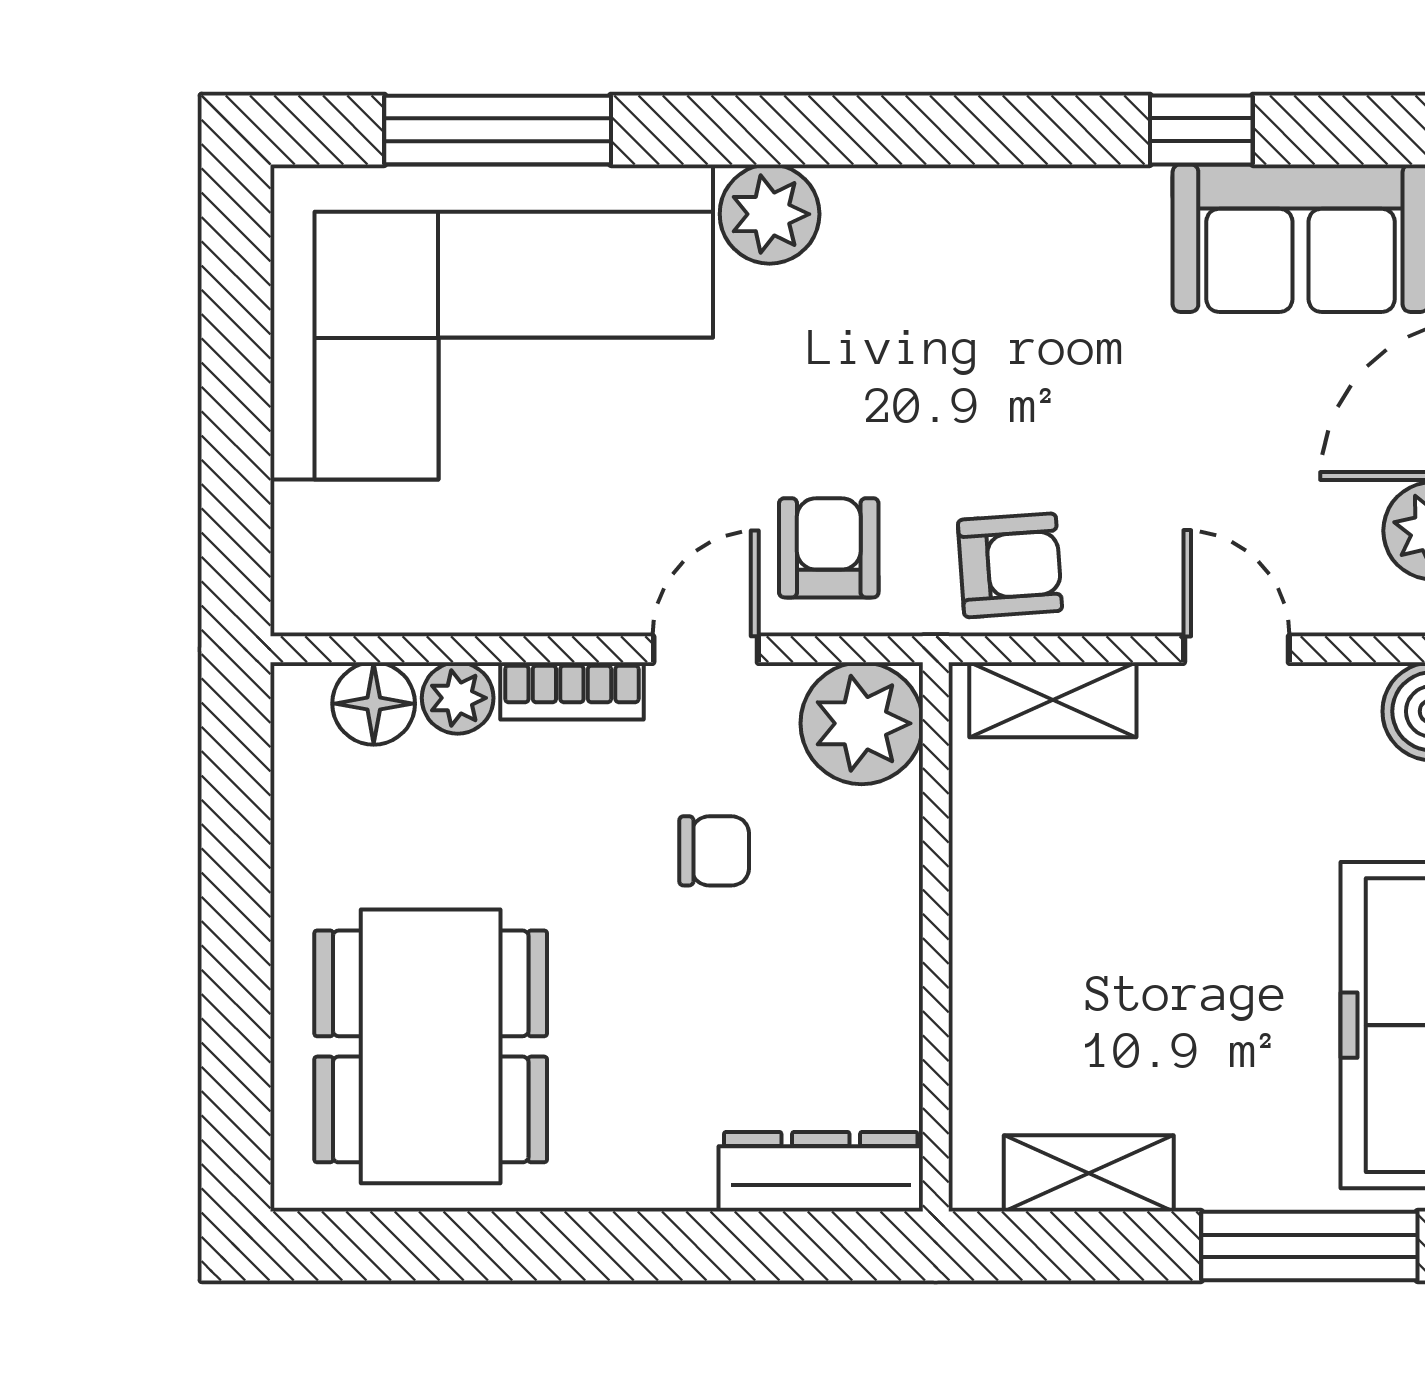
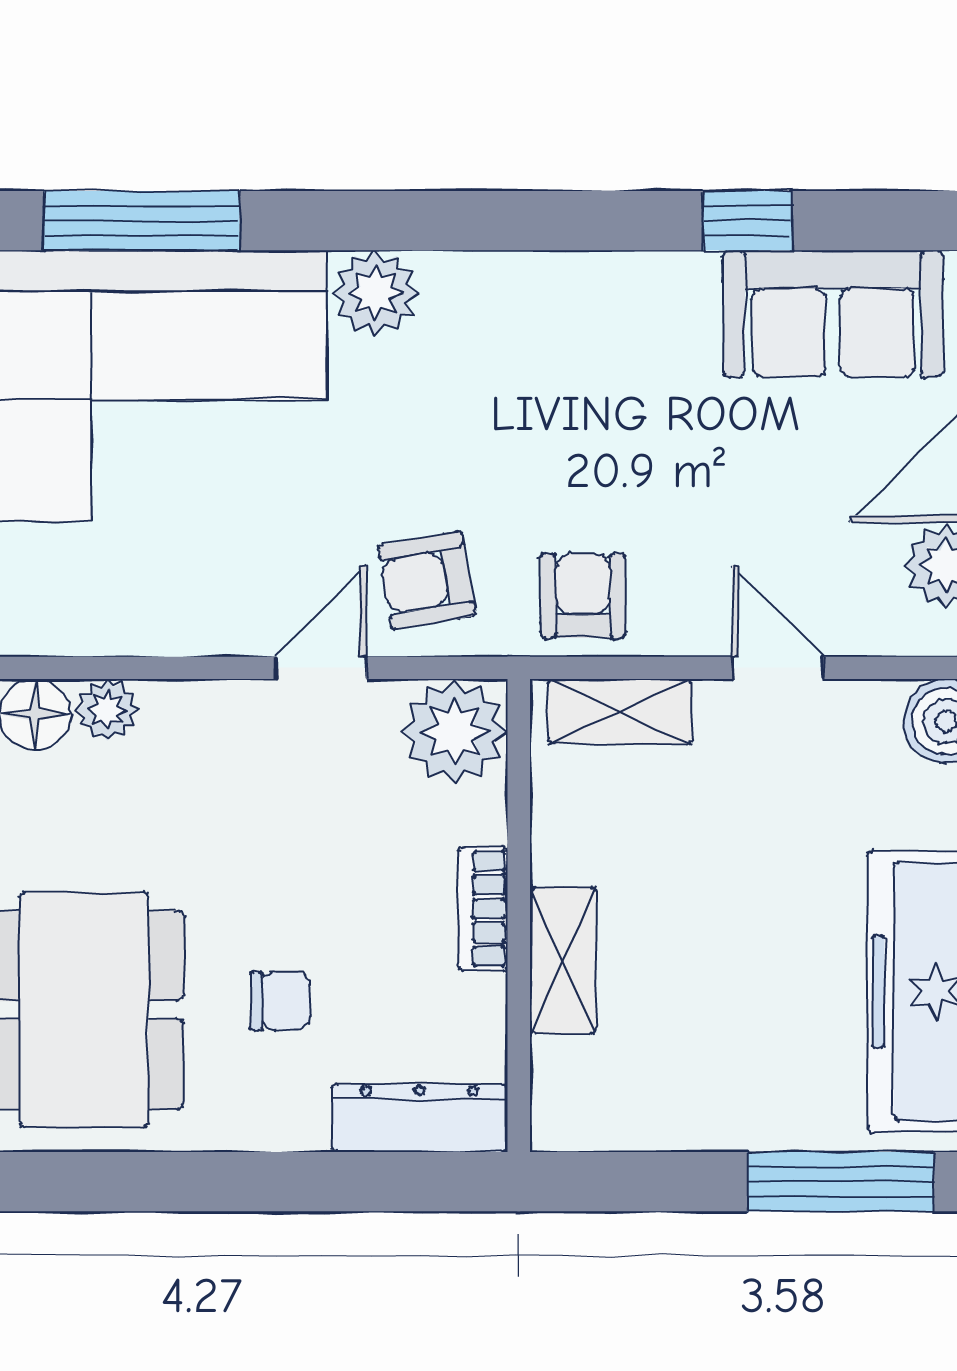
armchair: (829, 548) -> (427, 580), turned -100
armchair: (1010, 565) -> (583, 596), turned -86
bookcase: (572, 691) -> (483, 909), moved, turned 90
chair: (714, 851) -> (280, 1001), moved
shelving: (1089, 1173) -> (563, 960), moved, turned 90

